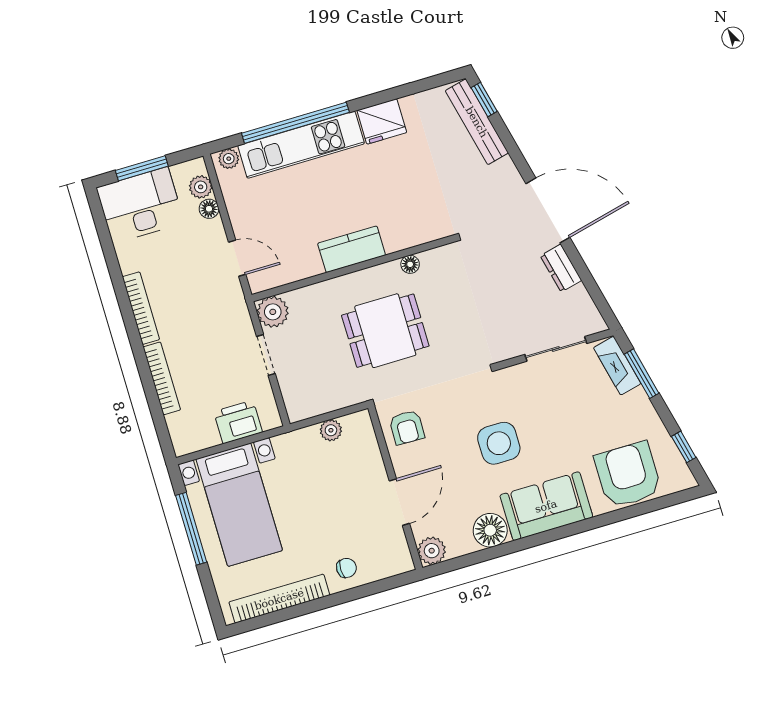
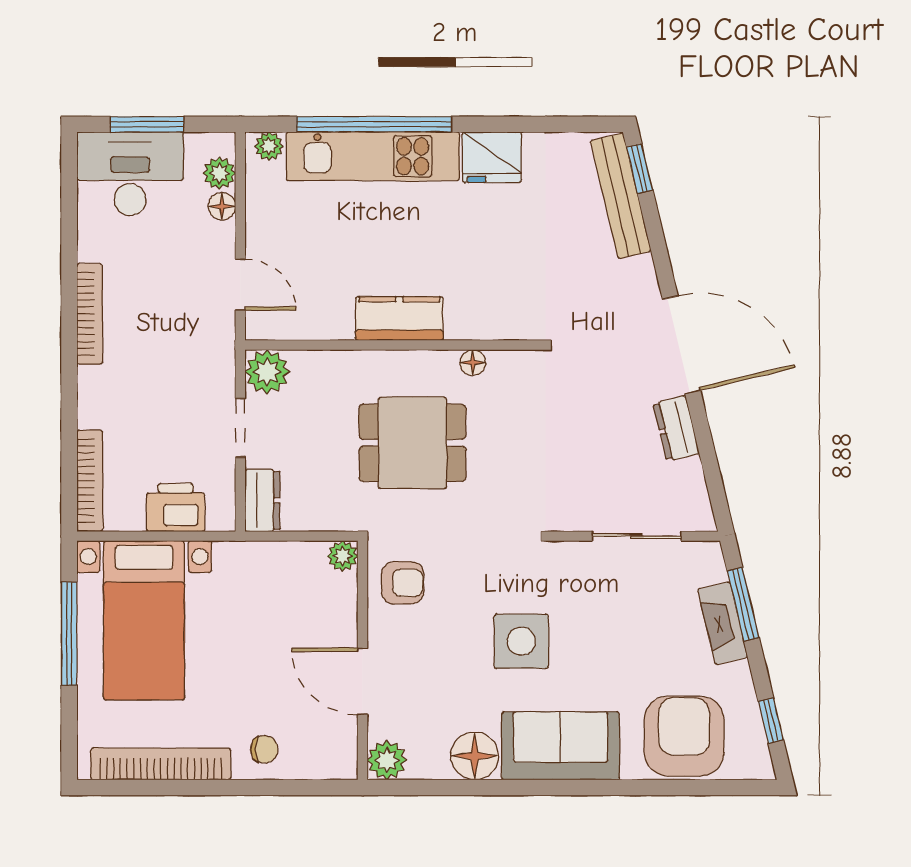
fireplace: (617, 366) -> (723, 623), moved
bookcase: (162, 378) -> (90, 481), moved
dresser: (295, 400) -> (262, 500), added
armchair: (407, 427) -> (403, 583), turned -91
plant: (331, 430) -> (343, 556), moved
door: (399, 502) -> (363, 681), swing flipped

